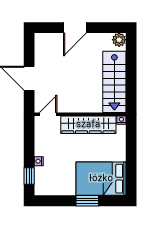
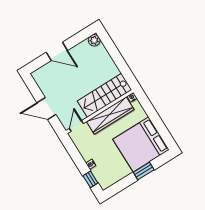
door: (75, 28) -> (57, 51), hinge flipped
stairs: (114, 82) -> (105, 95), moved, turned 90
bed: (101, 179) -> (141, 144), width x1.36

